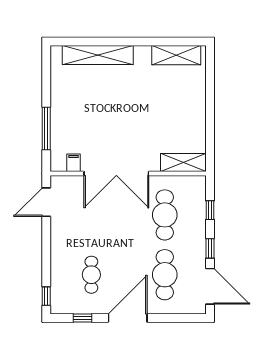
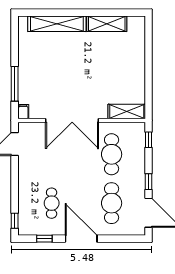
shelving: (176, 55) -> (107, 24), moved
filing cabinet: (73, 163) -> (23, 112), moved
window: (210, 210) -> (148, 140), moved
door: (128, 318) -> (81, 239), hinge flipped

